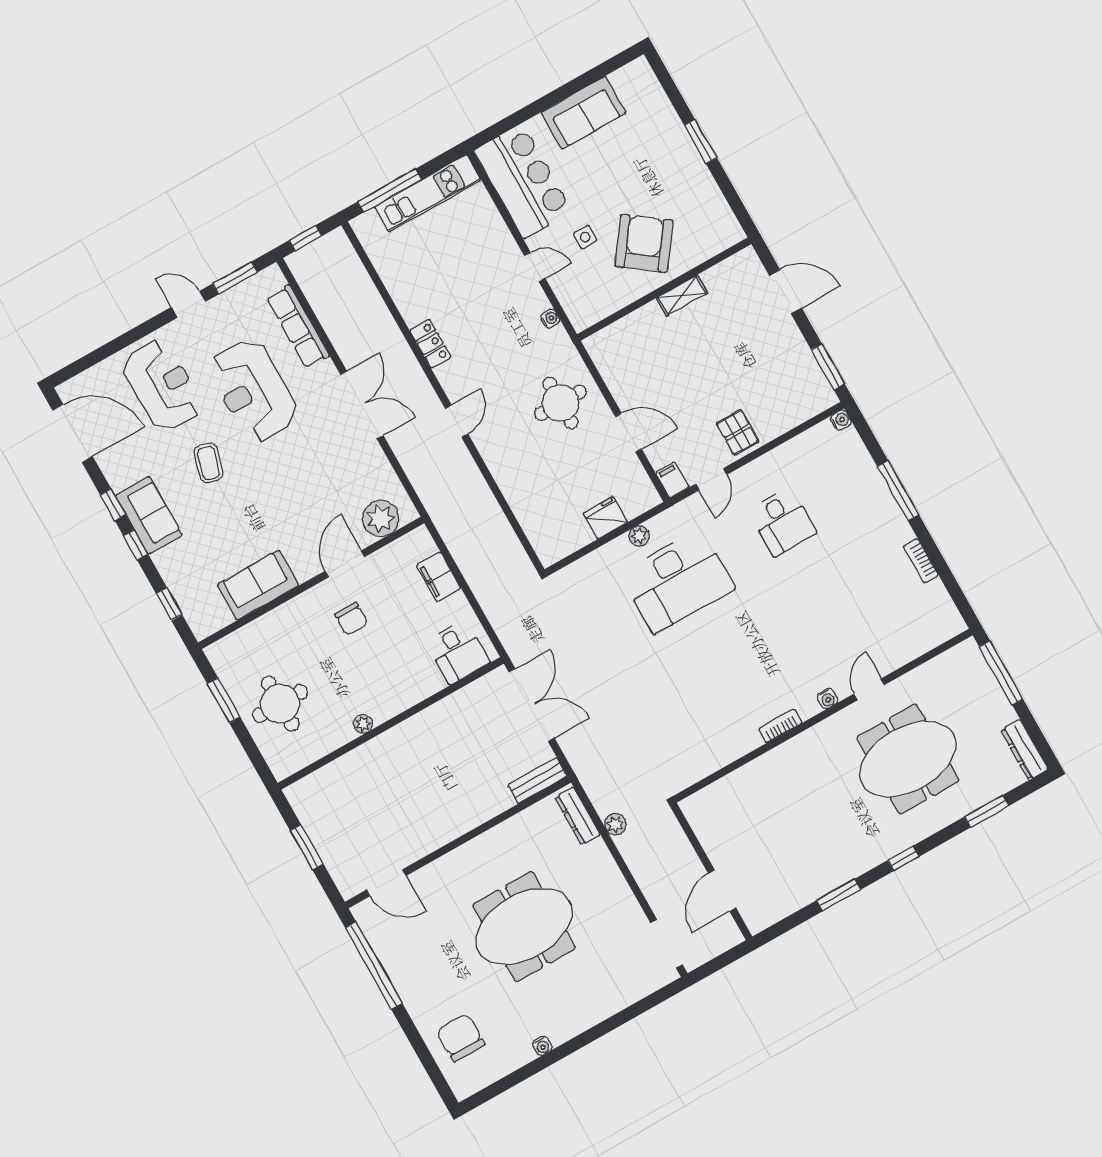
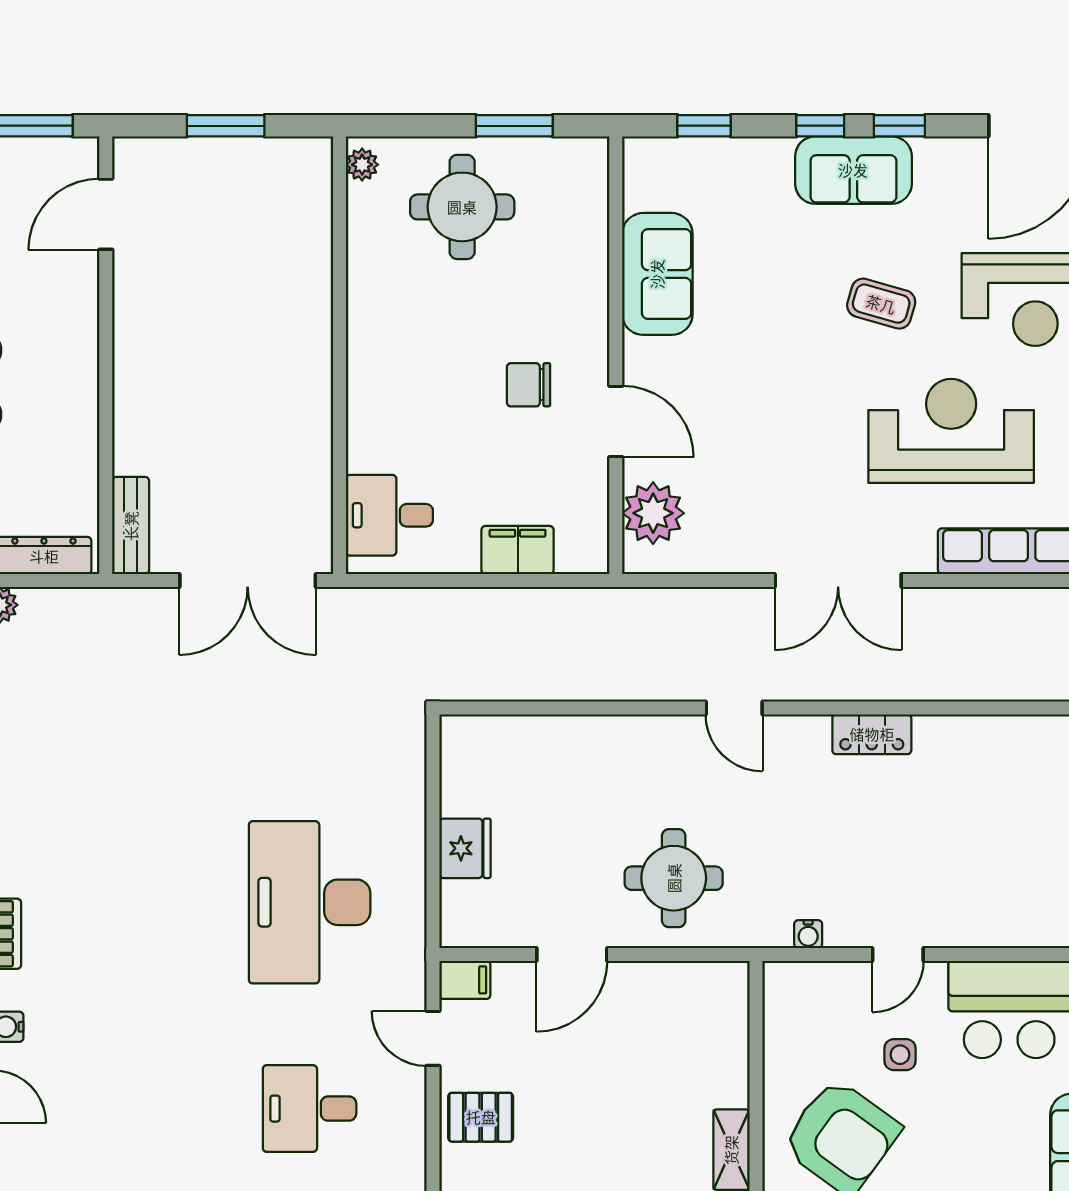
plant: (639, 536) -> (409, 883), removed
plant: (363, 724) -> (362, 165), moved

